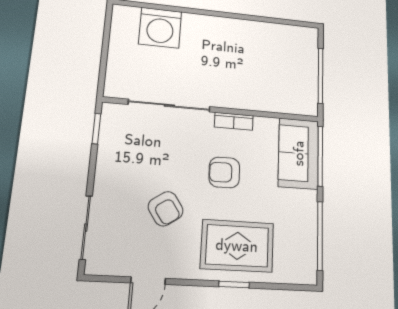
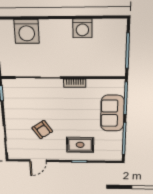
washing machine: (251, 34) -> (82, 28), added
sofa: (299, 153) -> (112, 113), moved
armchair: (224, 172) -> (71, 111), removed
rug: (237, 246) -> (80, 145), width x0.73, depth x0.70

